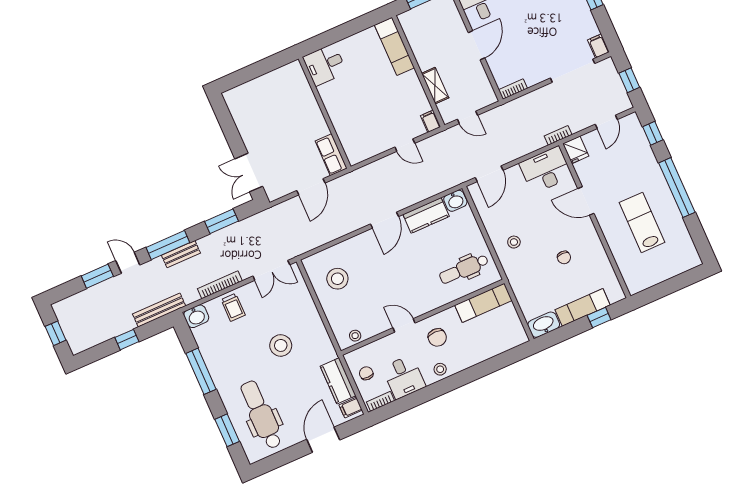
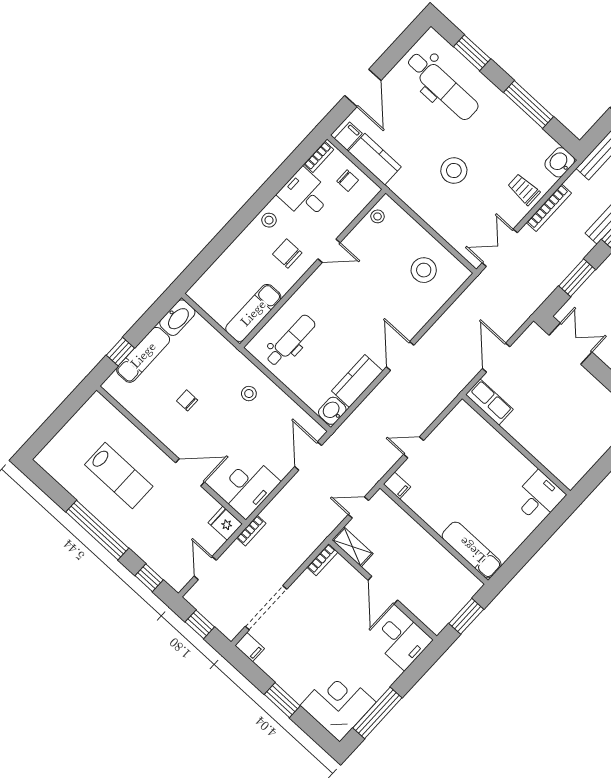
shelving: (435, 86) -> (353, 547), moved

